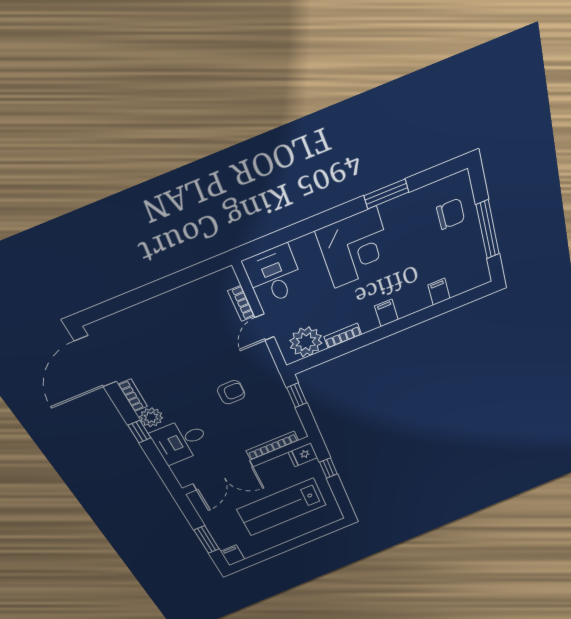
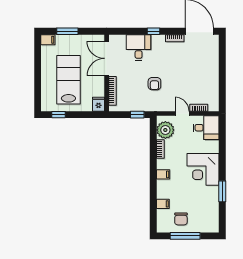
chair: (451, 214) -> (181, 219), moved
plant: (151, 417) -> (159, 40), removed
window: (329, 468) -> (58, 115), moved

